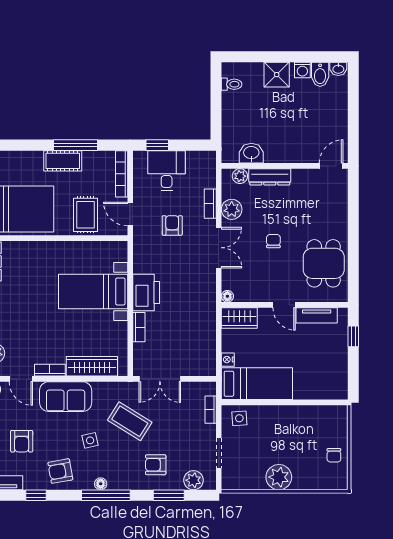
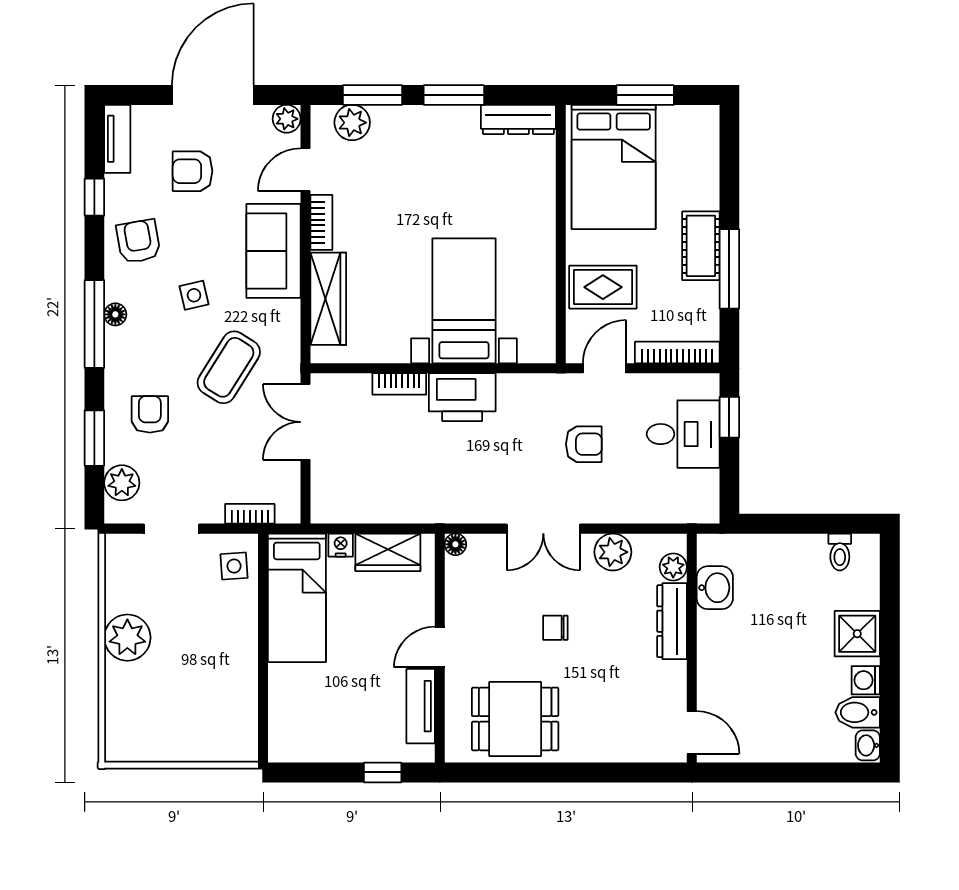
bookcase: (210, 204) -> (623, 513), removed
chair: (273, 241) -> (555, 628), turned 180
wardrobe: (239, 318) -> (388, 552), moved, turned -90
chair: (334, 455) -> (167, 738), removed

